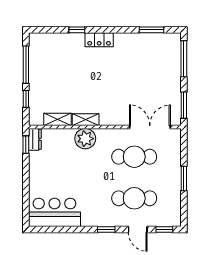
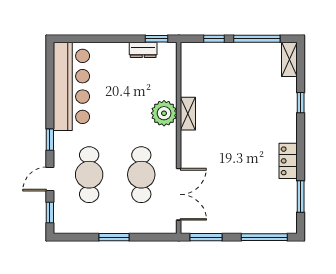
locker: (99, 40) -> (288, 161), moved
shelving: (58, 119) -> (289, 59), moved
dresser: (35, 139) -> (143, 50), moved
bar counter: (54, 212) -> (71, 86), width x1.36

